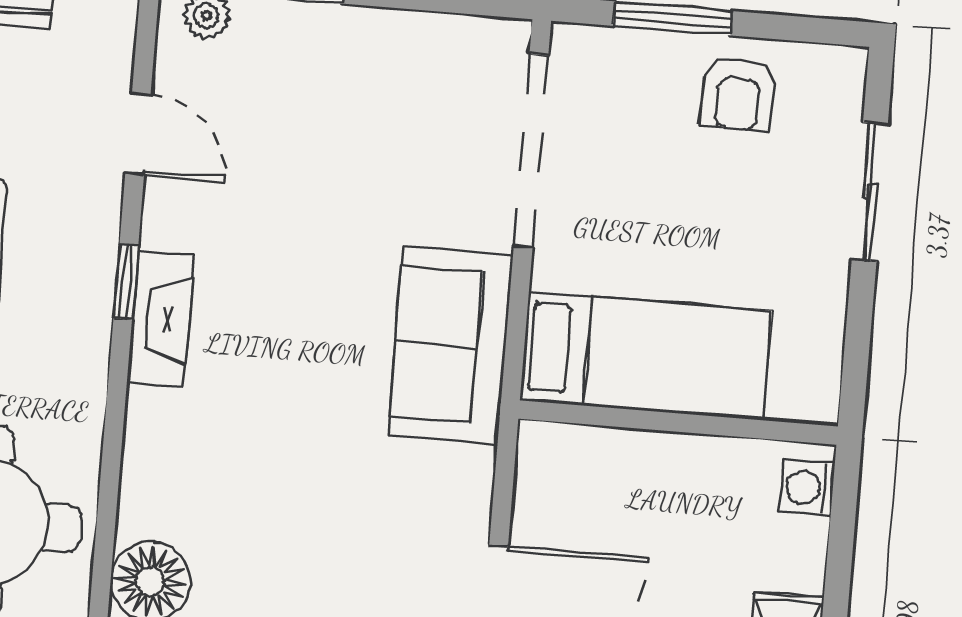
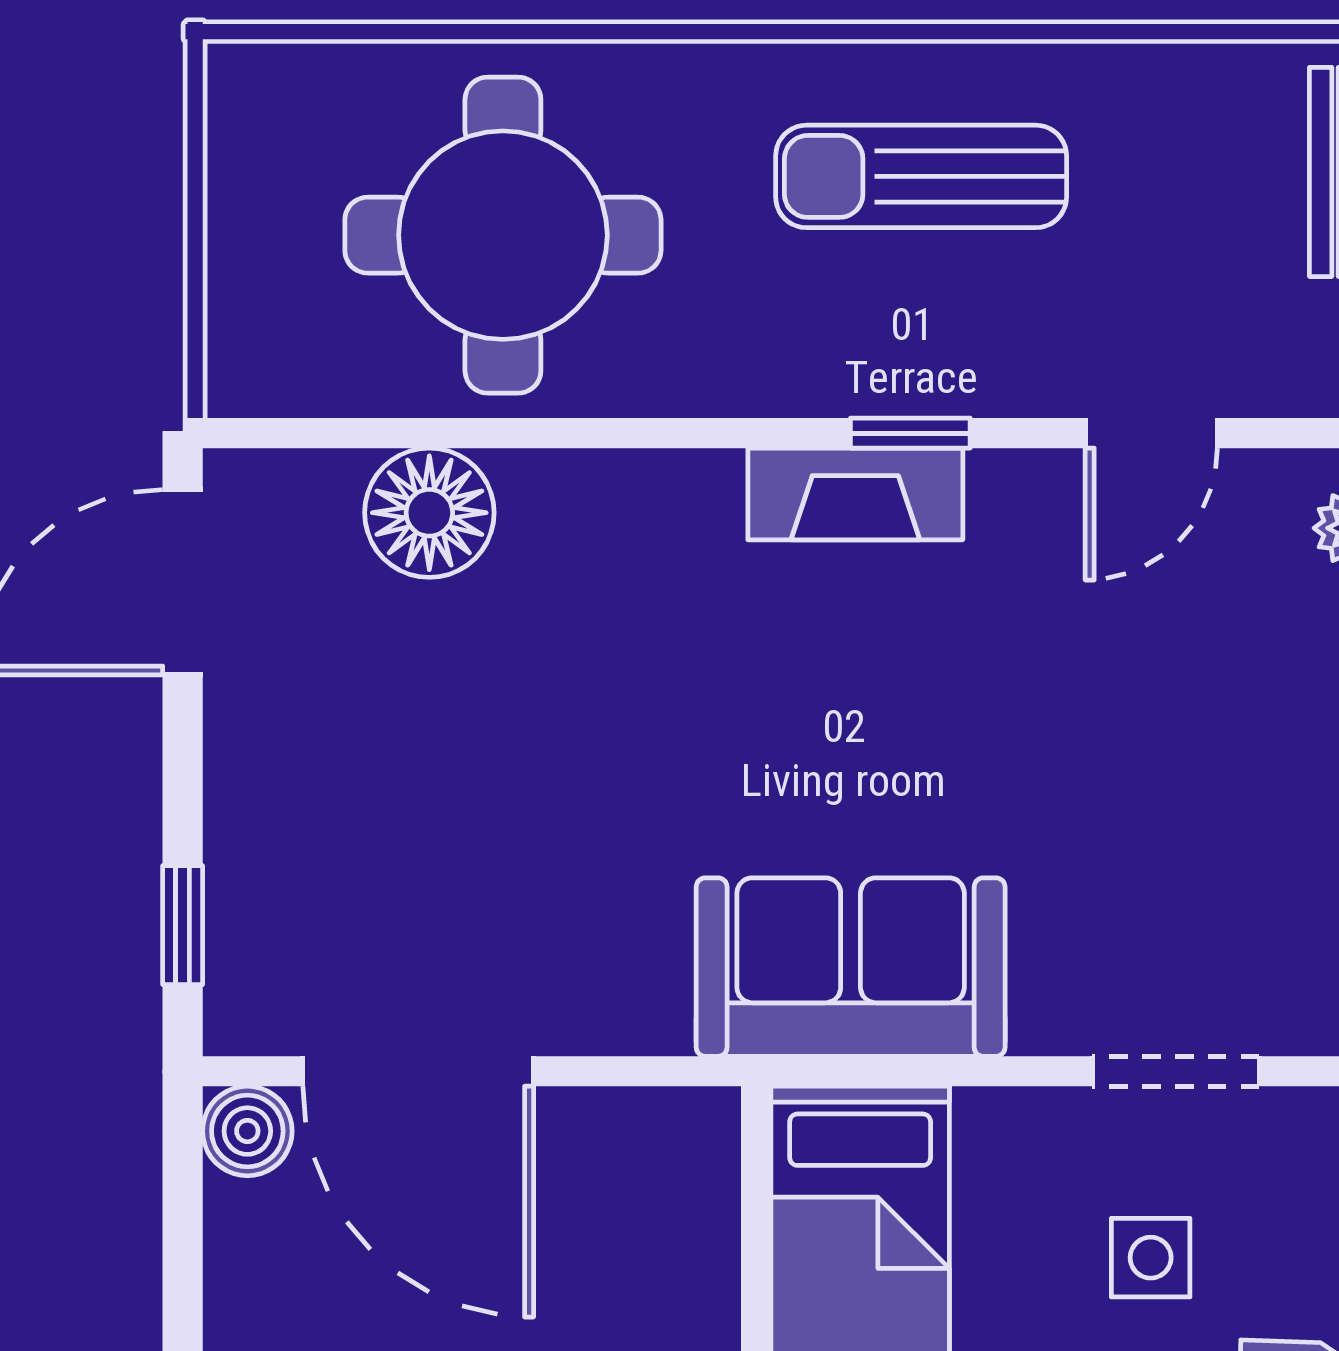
doorway: (531, 151) -> (1176, 1071), width x0.53
side table: (644, 176) -> (1151, 1258), added

